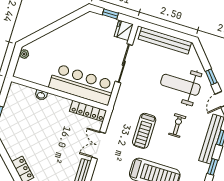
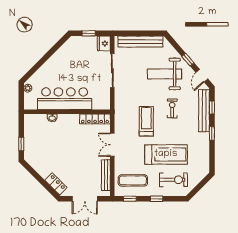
bar counter: (82, 84) -> (65, 99), moved
treadmill: (144, 131) -> (146, 121), turned 180

